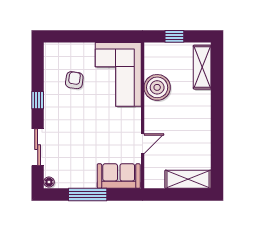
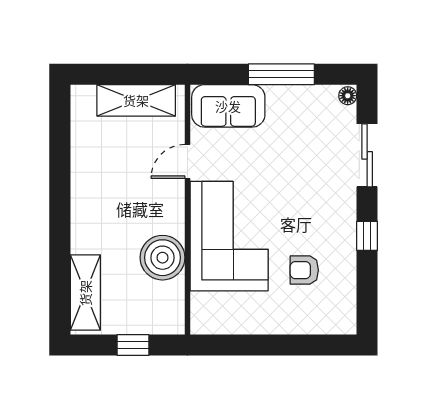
corner sofa: (118, 74) -> (229, 236), moved
armchair: (74, 80) -> (304, 270), turned 82
shelving: (188, 179) -> (136, 100), moved

